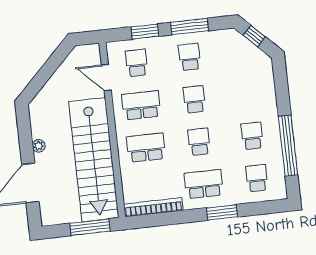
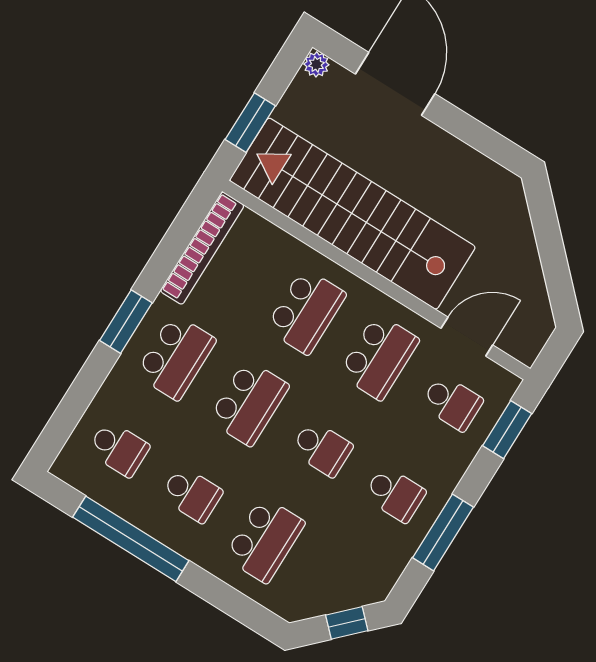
window: (145, 32) -> (507, 430), moved
school desk: (247, 93) -> (265, 540), added
school desk: (199, 142) -> (249, 403), width x1.85
plant: (39, 146) -> (316, 64), moved
window: (222, 212) -> (126, 322), moved
window: (90, 227) -> (250, 123), width x0.69

